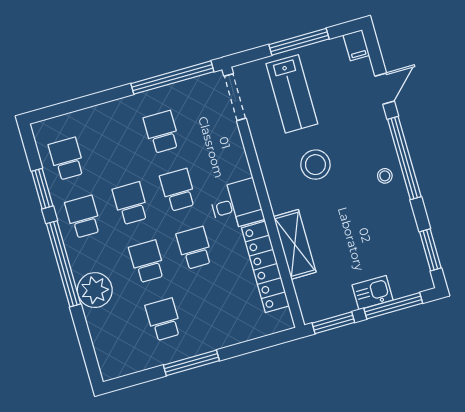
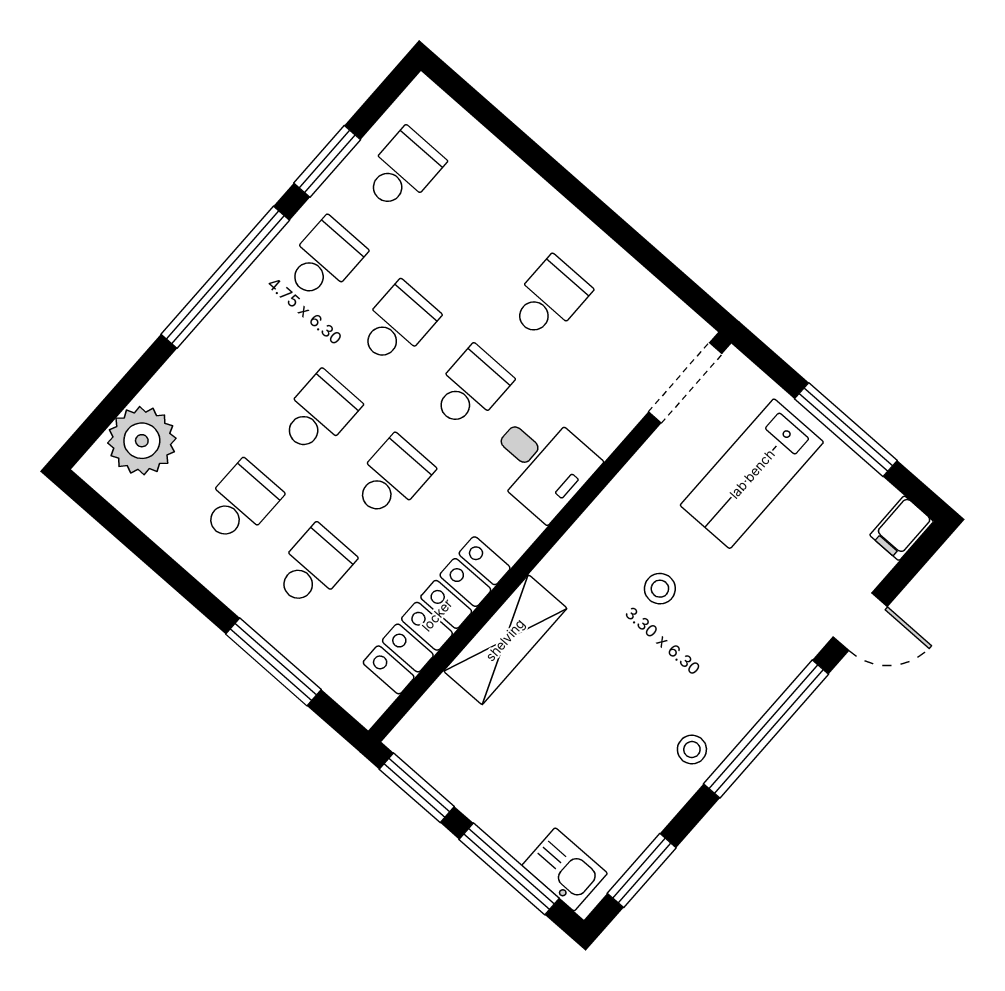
window: (172, 78) -> (651, 258), removed
stool: (315, 165) -> (660, 589), width x0.53, depth x0.53
stool: (385, 176) -> (692, 750), moved
desk: (236, 205) -> (541, 464), moved
plant: (95, 290) -> (142, 441), moved
kitchen sink: (373, 293) -> (565, 869), moved
school desk: (211, 306) -> (313, 567), added
window: (191, 363) -> (273, 662), moved

